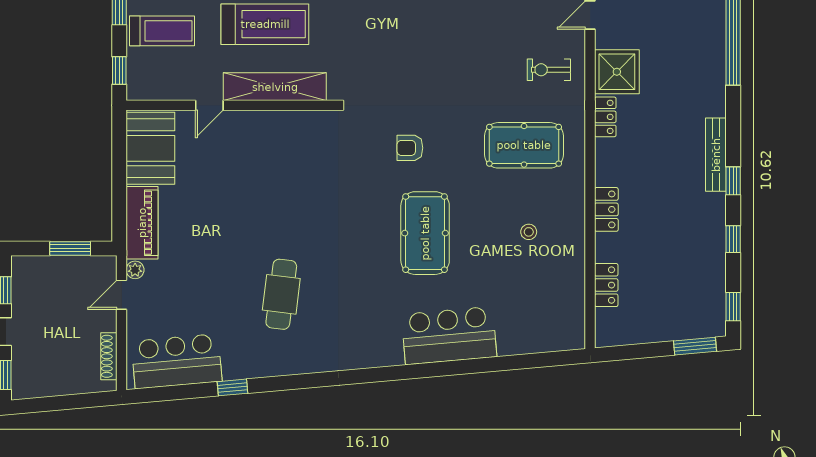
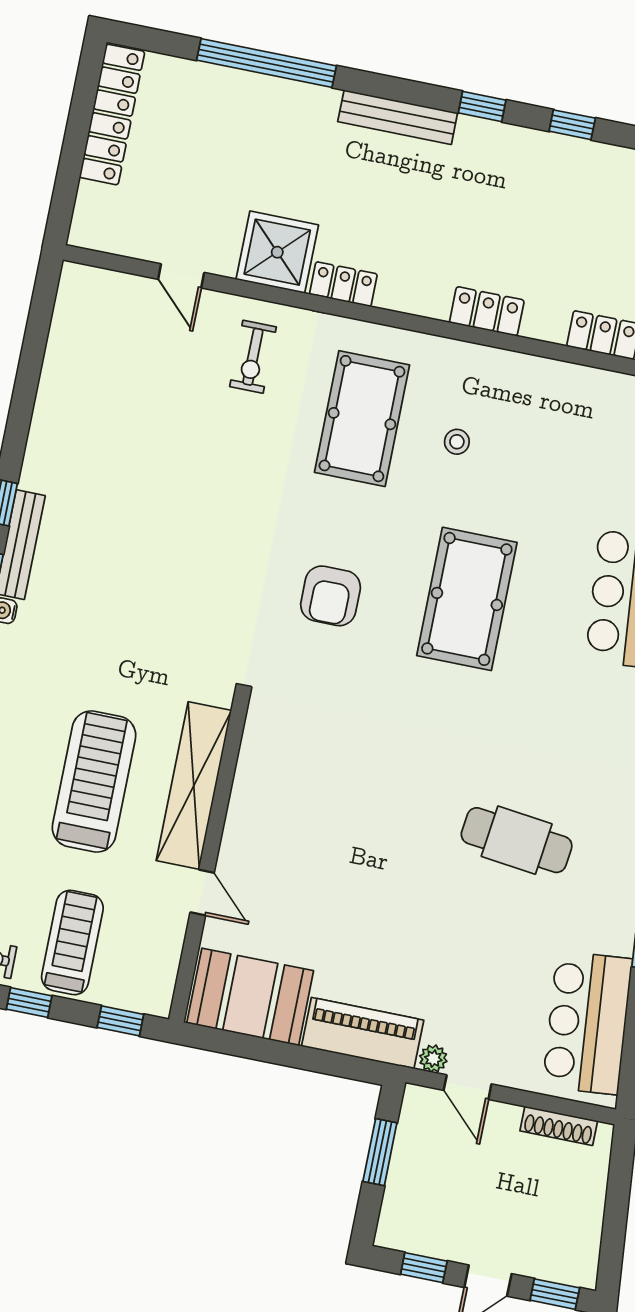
armchair: (410, 148) -> (331, 596), width x1.38, depth x1.38
bench: (716, 155) -> (398, 117), moved
stool: (529, 232) -> (457, 442), moved
pool table: (425, 233) -> (467, 599), turned 90

